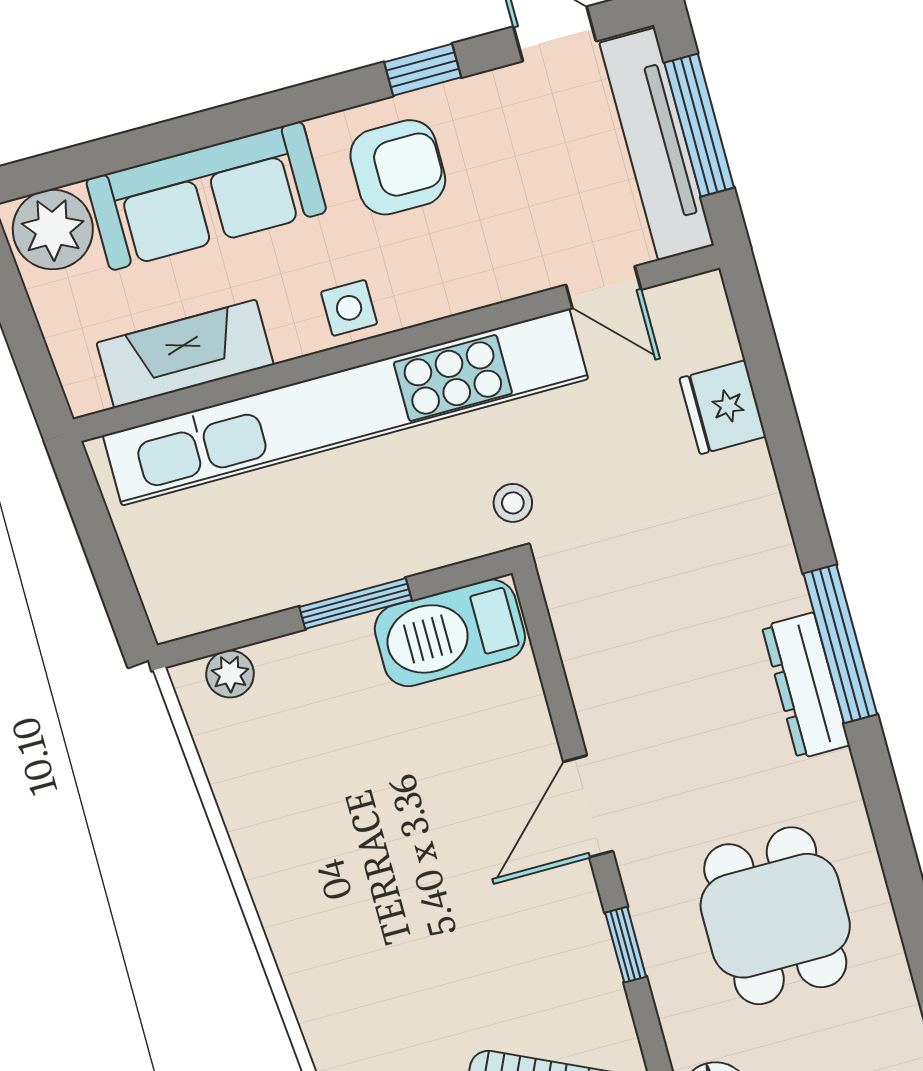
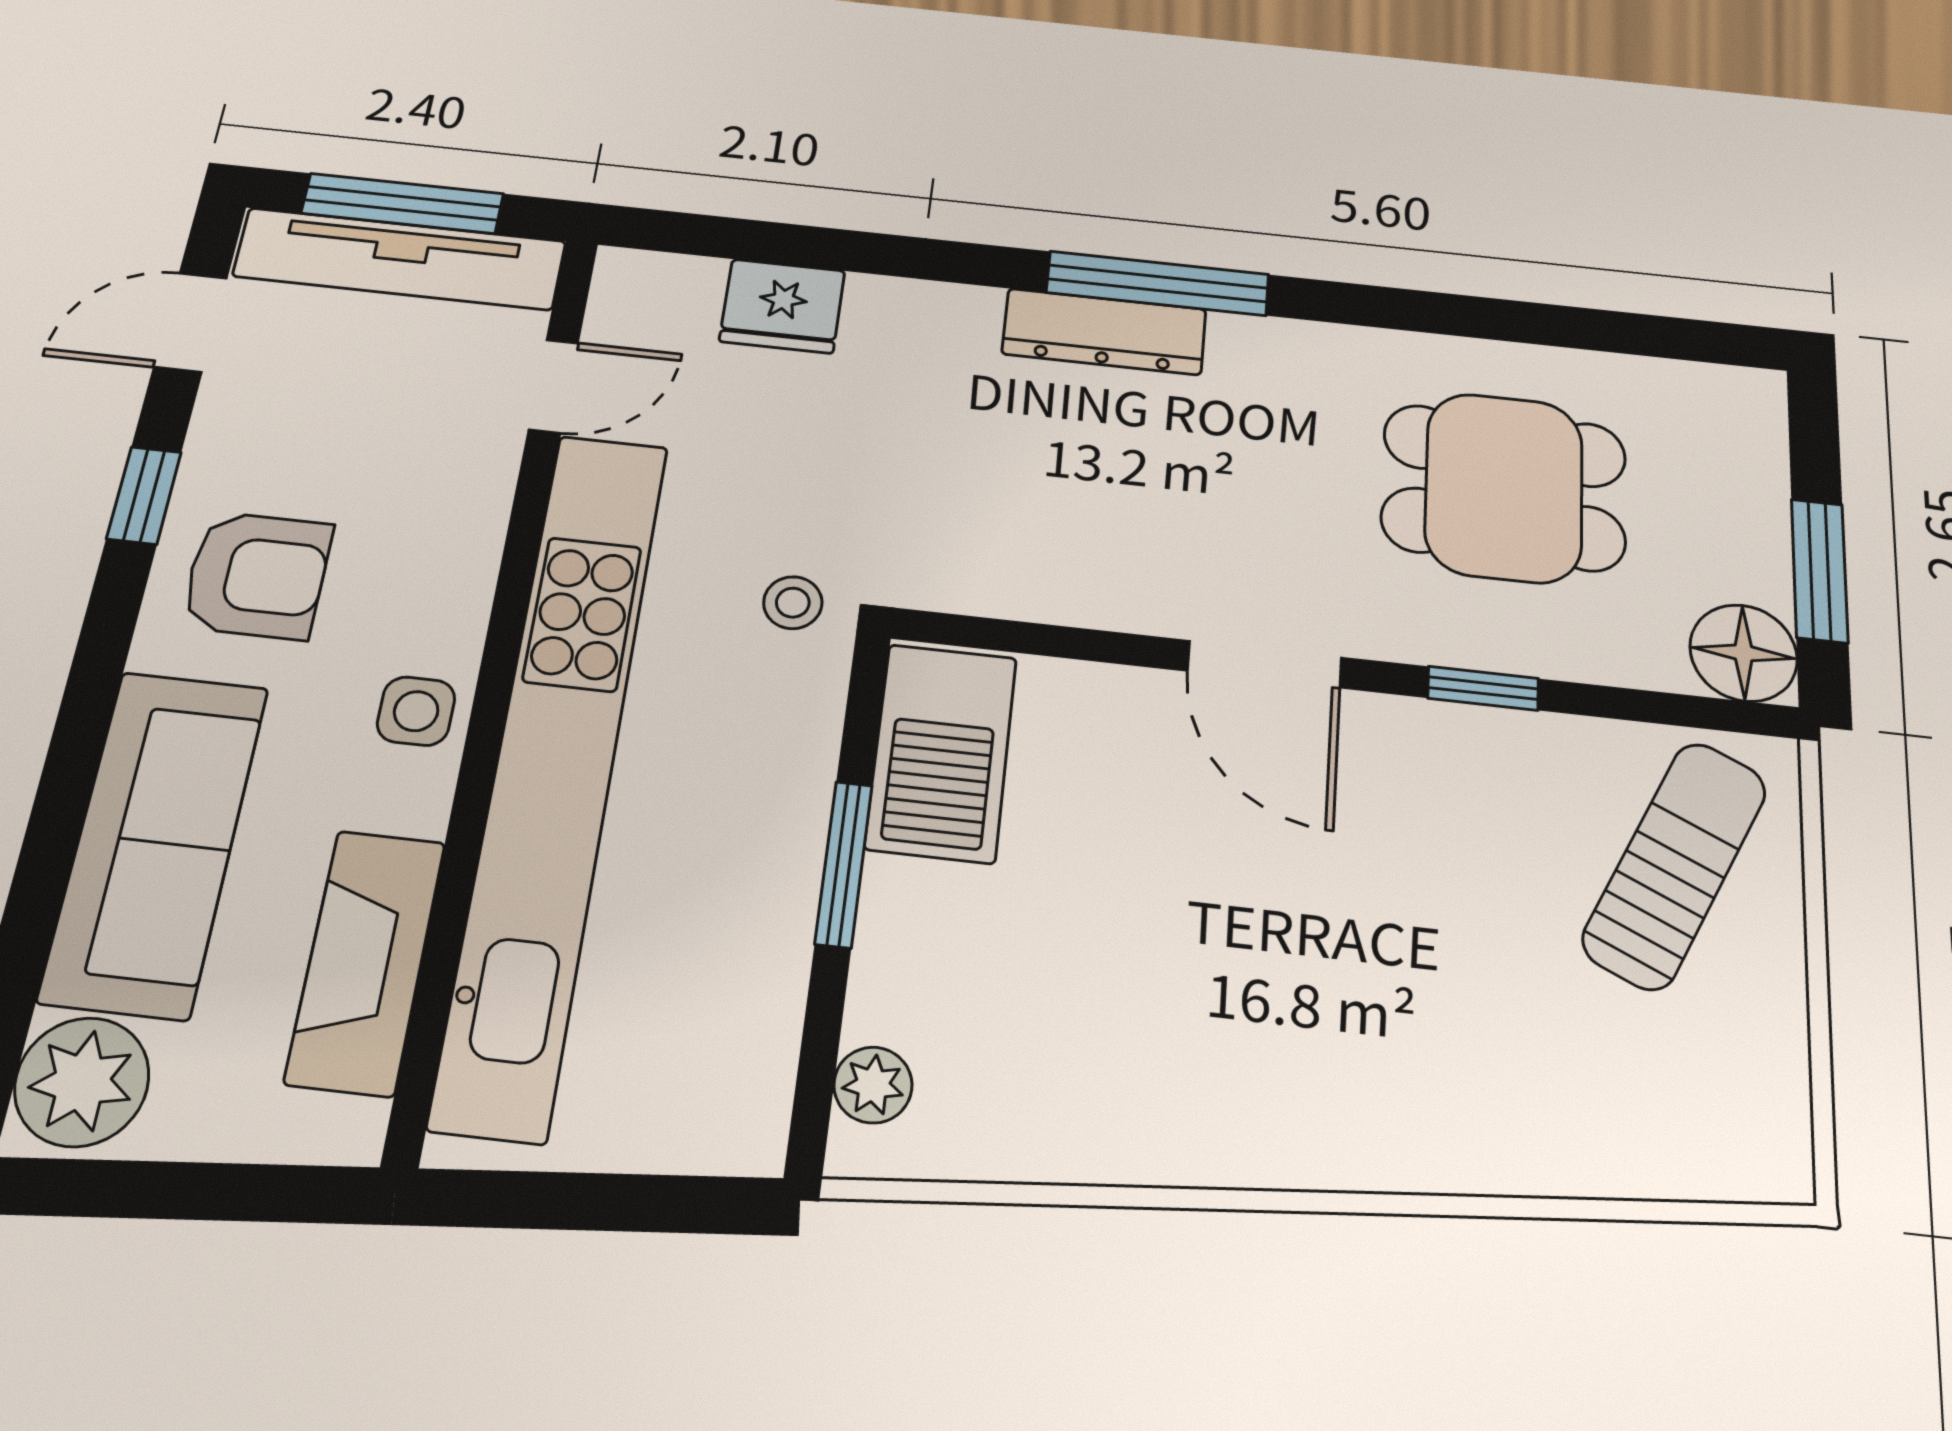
armchair: (398, 167) -> (257, 575), turned 90
dresser: (806, 686) -> (1104, 332), moved

